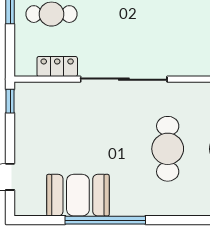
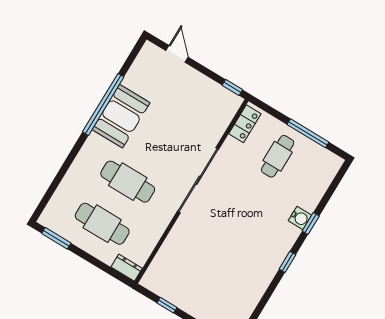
locker: (57, 67) -> (245, 124), moved
booth: (78, 195) -> (121, 116), moved

